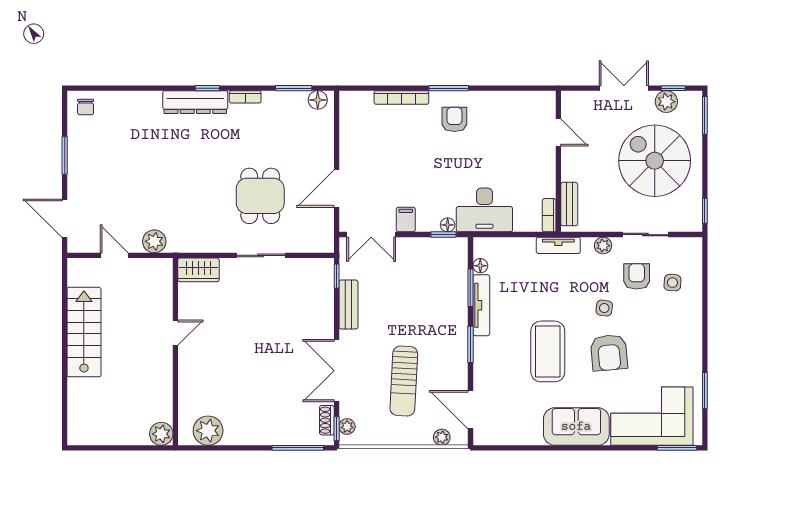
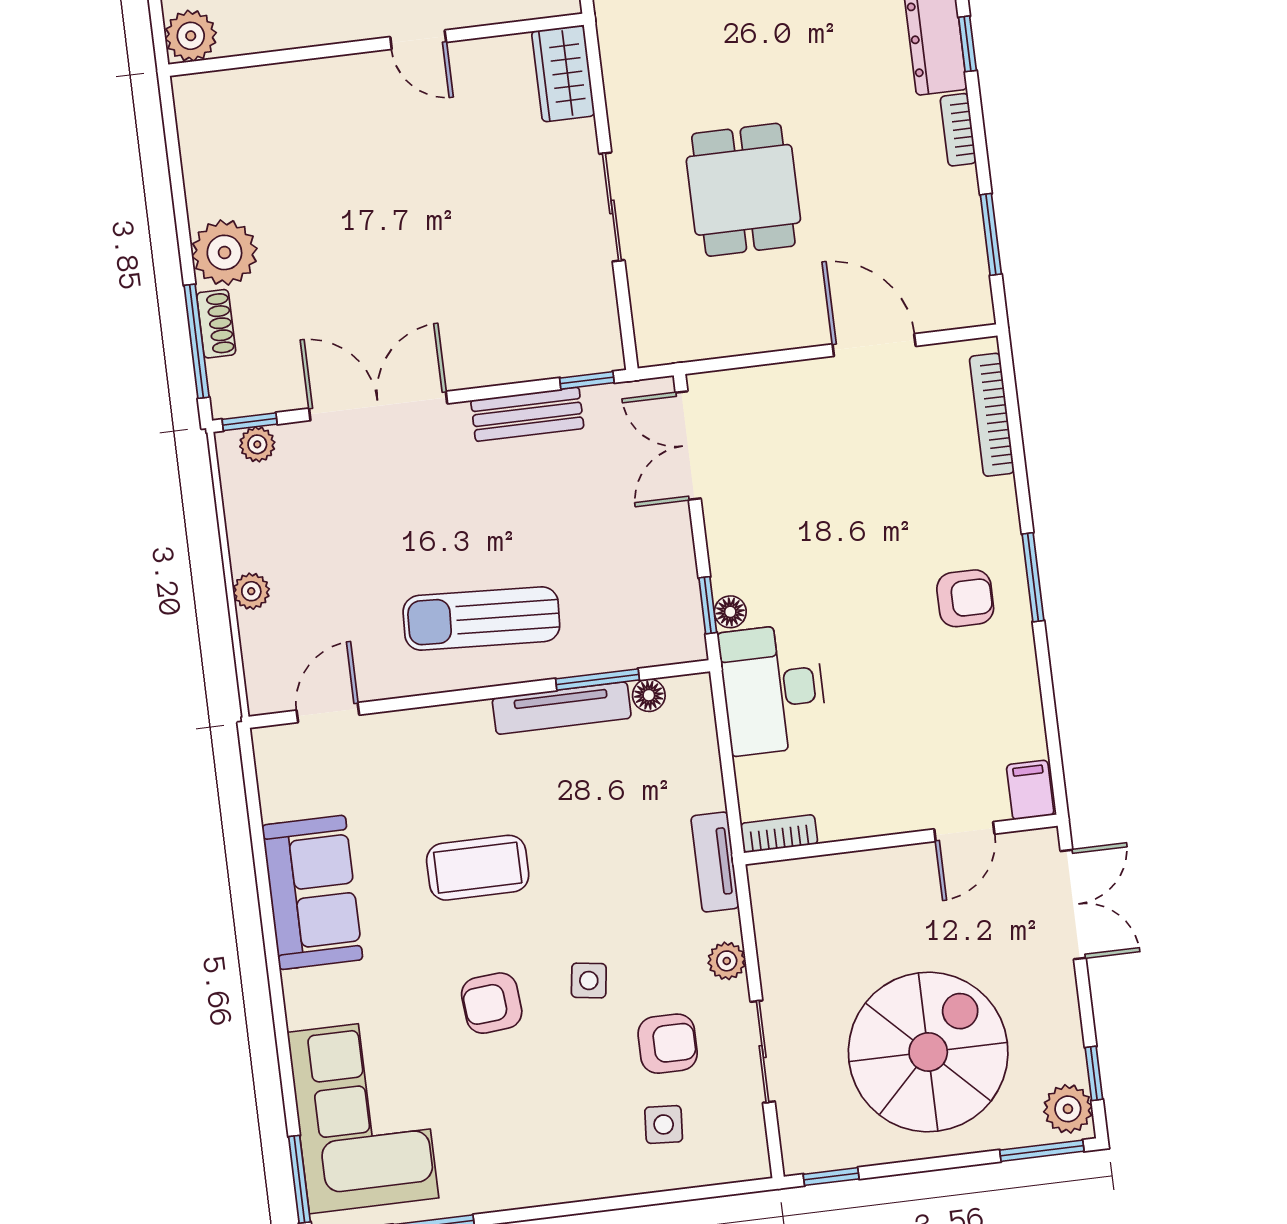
double door: (624, 88) -> (1073, 905), moved
bookcase: (401, 97) -> (992, 415), moved
floor lamp: (318, 100) -> (971, 291), removed
plant: (666, 102) -> (1068, 1109), moved
door: (337, 189) -> (874, 345), moved
dining table: (260, 196) -> (743, 190), turned 90
bench: (569, 204) -> (809, 875), removed
filing cabinet: (406, 220) -> (1030, 790), moved, turned -90
window: (470, 344) -> (472, 695), removed
coffee table: (548, 351) -> (478, 868), width x0.73, depth x0.76
armchair: (609, 353) -> (492, 1003), width x0.72, depth x0.72
sun lounger: (404, 381) -> (481, 619), moved
door: (470, 410) -> (328, 713), width x0.73
shoe rack: (327, 420) -> (216, 324), moved, turned 90
sofa: (576, 427) -> (312, 892), moved
plant: (208, 431) -> (224, 252), moved
plant: (442, 437) -> (251, 591), moved

